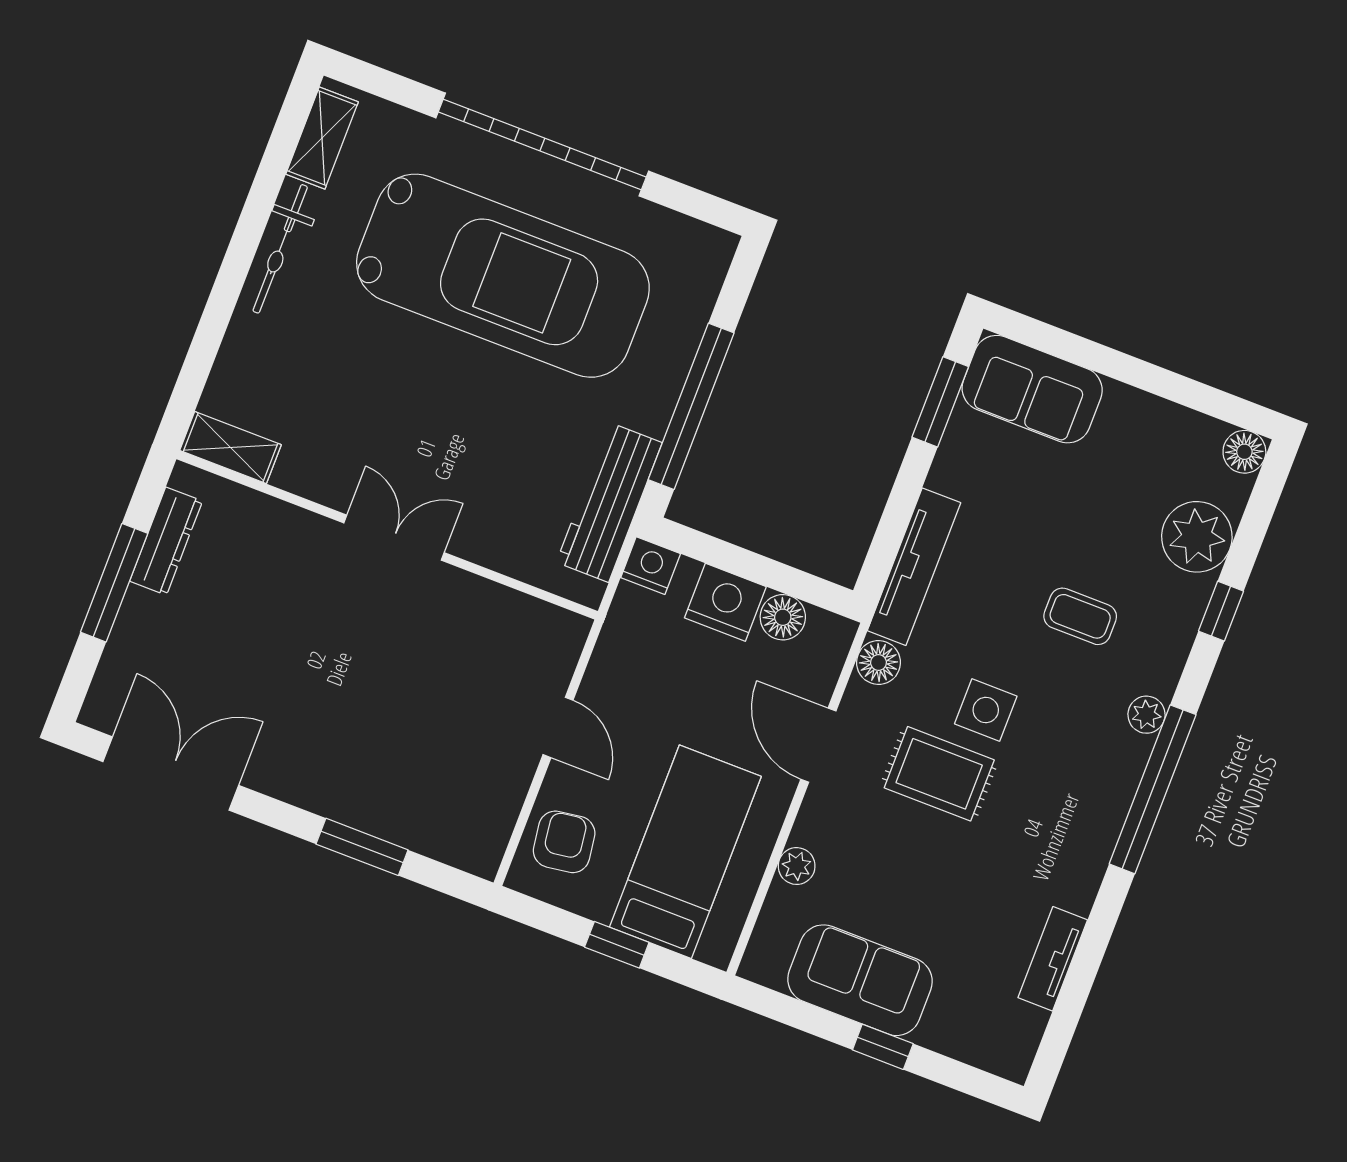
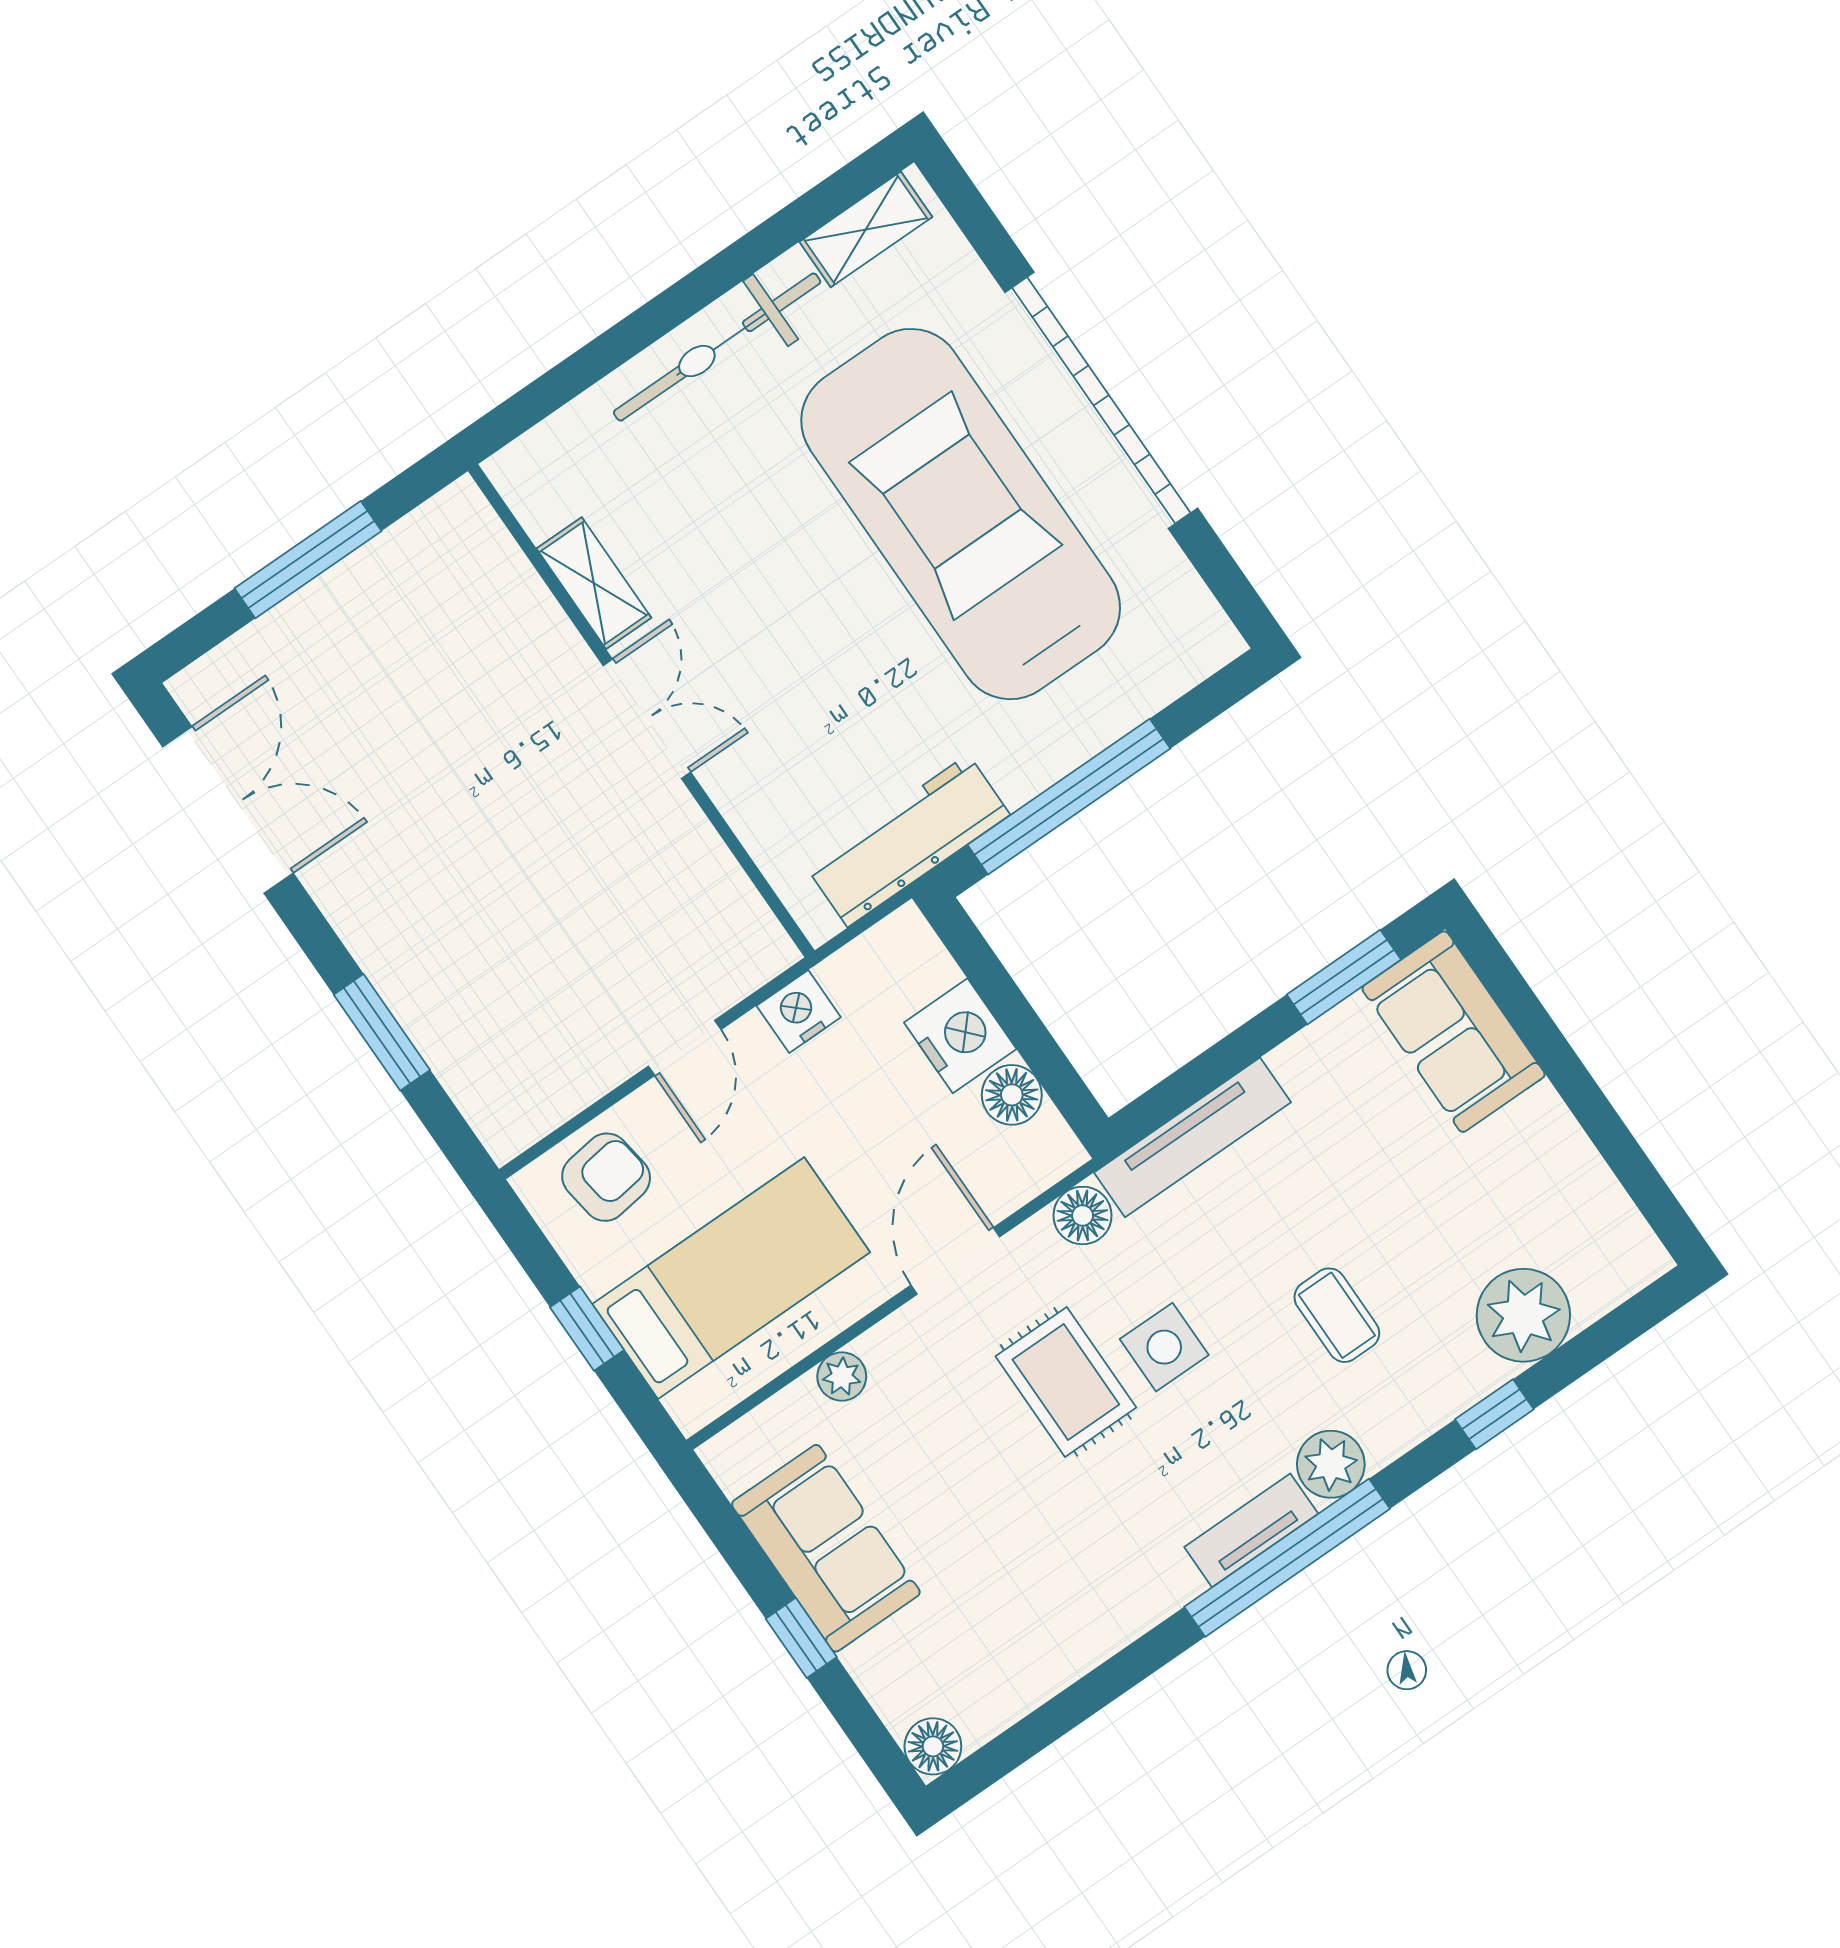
bicycle: (280, 249) -> (717, 347), width x1.37, depth x1.40
car: (503, 276) -> (961, 514), turned 180
shelving: (230, 448) -> (594, 583), moved
floor lamp: (1244, 452) -> (933, 1746), moved
dresser: (166, 541) -> (396, 553), removed
nightstand: (651, 566) -> (799, 1011), moved, turned -90
plant: (1147, 715) -> (1331, 1464), width x1.38, depth x1.38
tv unit: (1053, 959) -> (1251, 1530), moved

